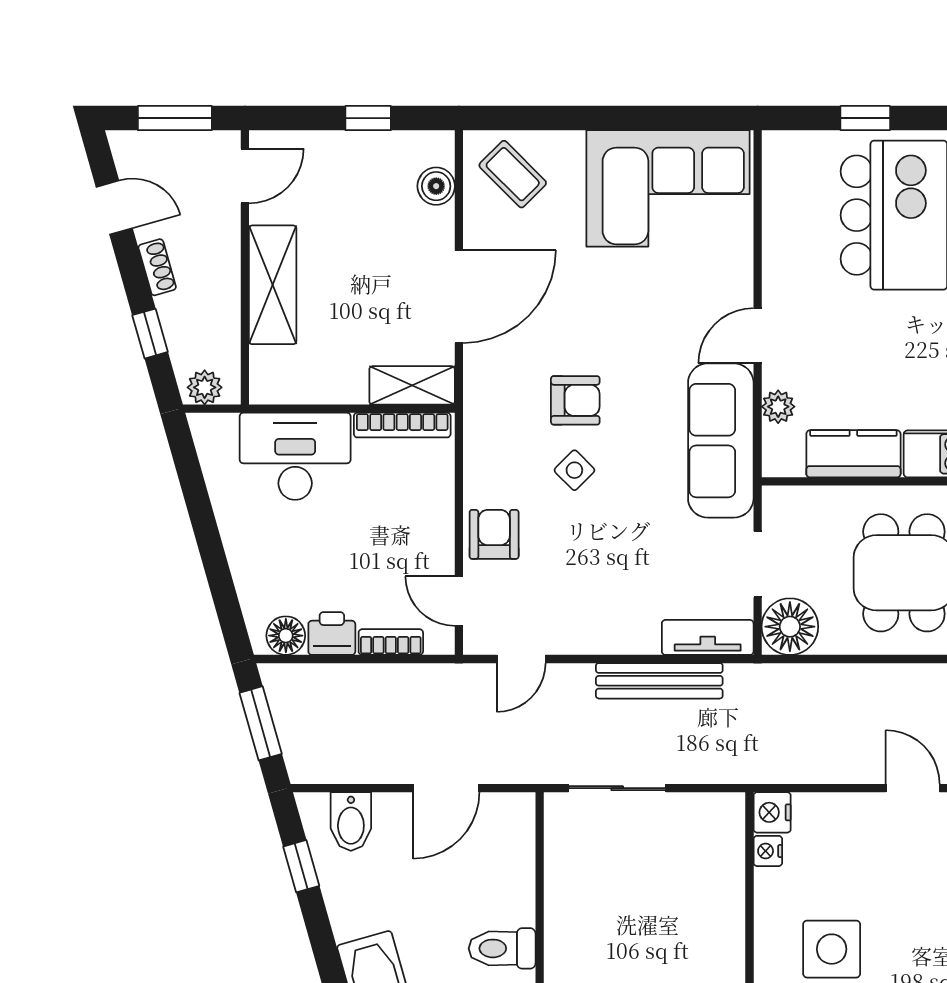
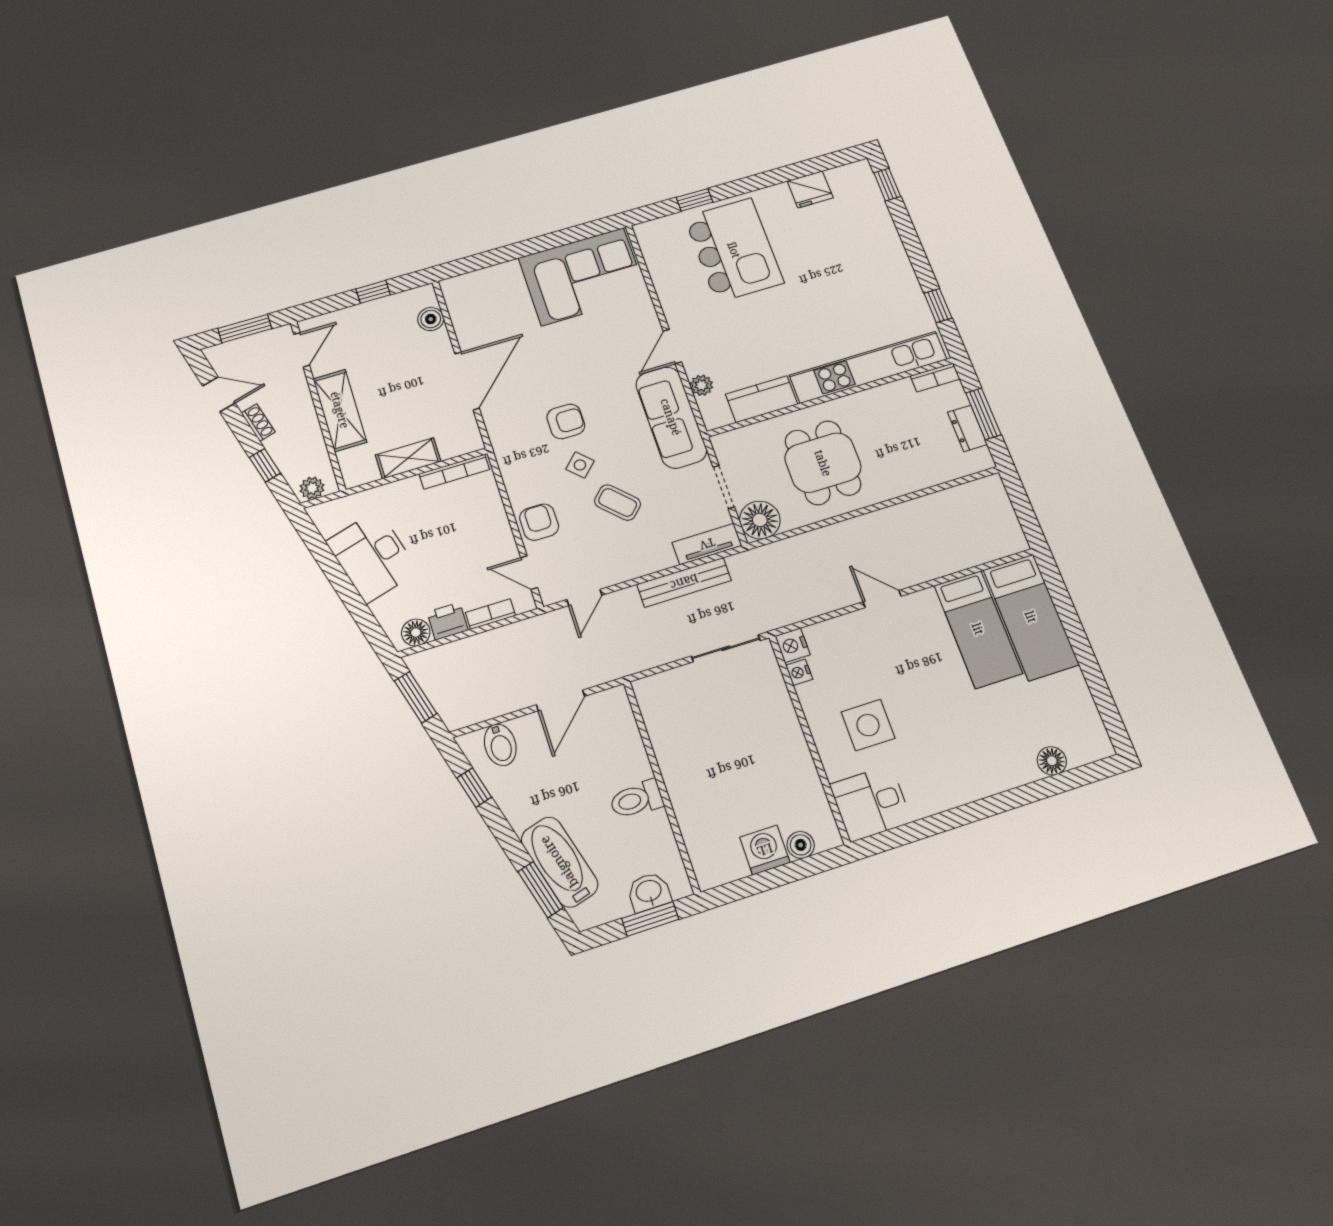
coffee table: (513, 174) -> (618, 503), moved
shelving: (412, 385) -> (408, 458), moved
desk: (295, 456) -> (372, 556), moved, turned -106
sliding door: (617, 788) -> (726, 648), moved

